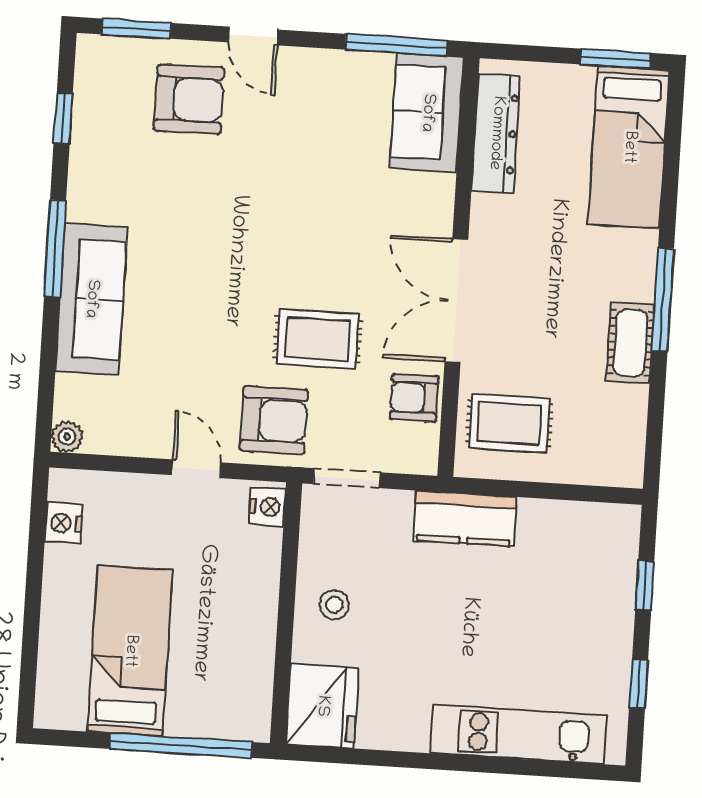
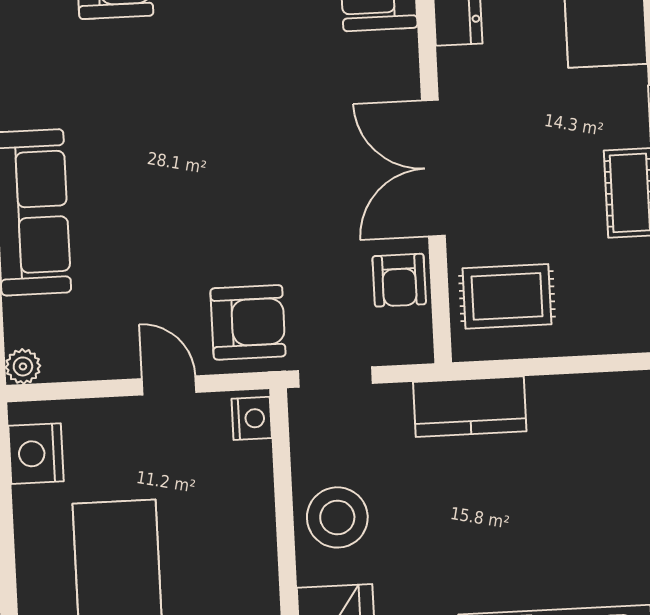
rug: (318, 339) -> (286, 228), removed
armchair: (414, 398) -> (399, 280), turned -90
nightstand: (64, 523) -> (36, 454), width x1.36, depth x1.33
stool: (334, 605) -> (337, 517), width x1.89, depth x1.89

